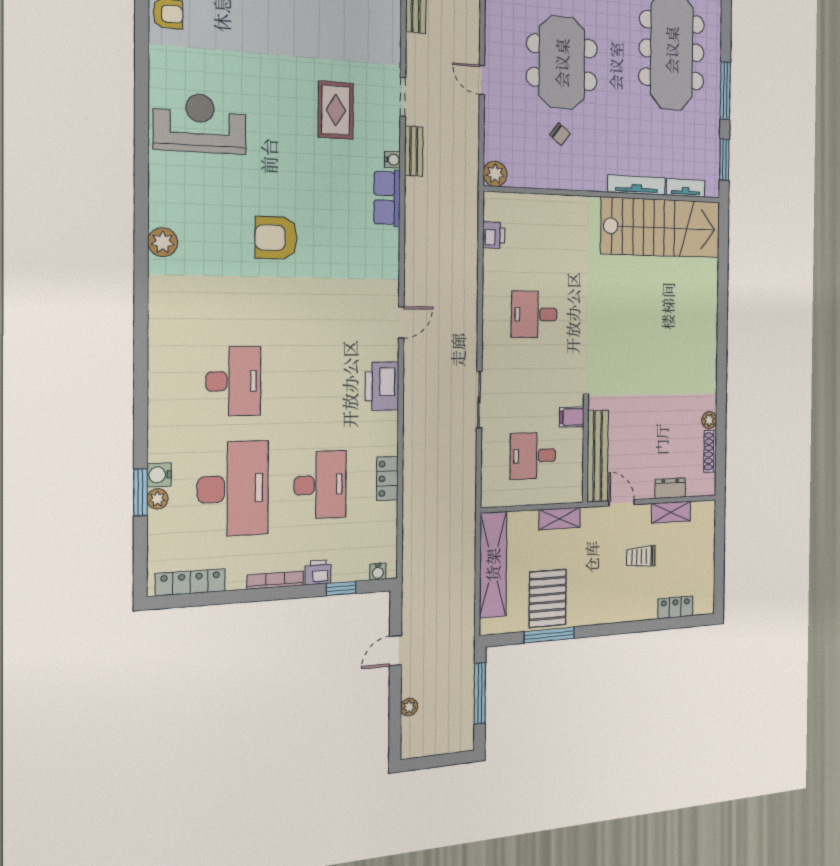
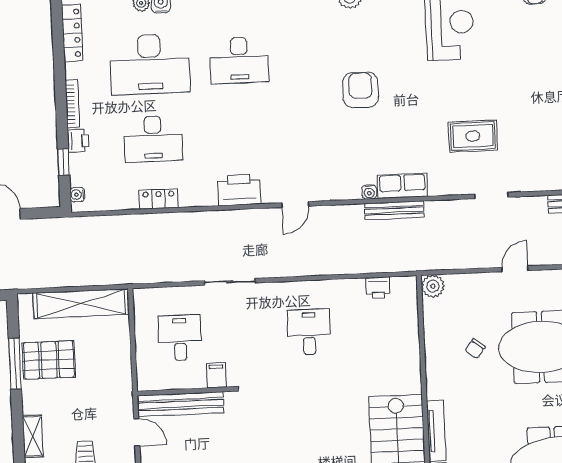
bench: (414, 151) -> (394, 210), moved, width x1.36
water cooler: (392, 160) -> (369, 192), moved
door: (401, 322) -> (295, 204), hinge flipped
door: (622, 503) -> (137, 432), hinge flipped
shelving: (560, 519) -> (33, 436), moved

